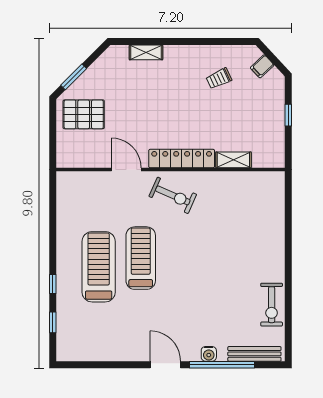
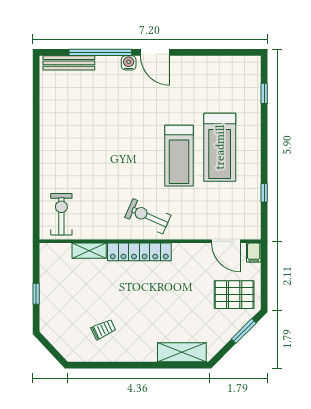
shelving: (146, 52) -> (182, 352), width x1.50, depth x1.33
filing cabinet: (262, 66) -> (254, 253), moved, turned 133
door: (126, 169) -> (226, 241), moved
window: (53, 284) -> (264, 193), moved
exercise bike: (272, 305) -> (61, 214), moved
water cooler: (209, 354) -> (129, 63), moved

